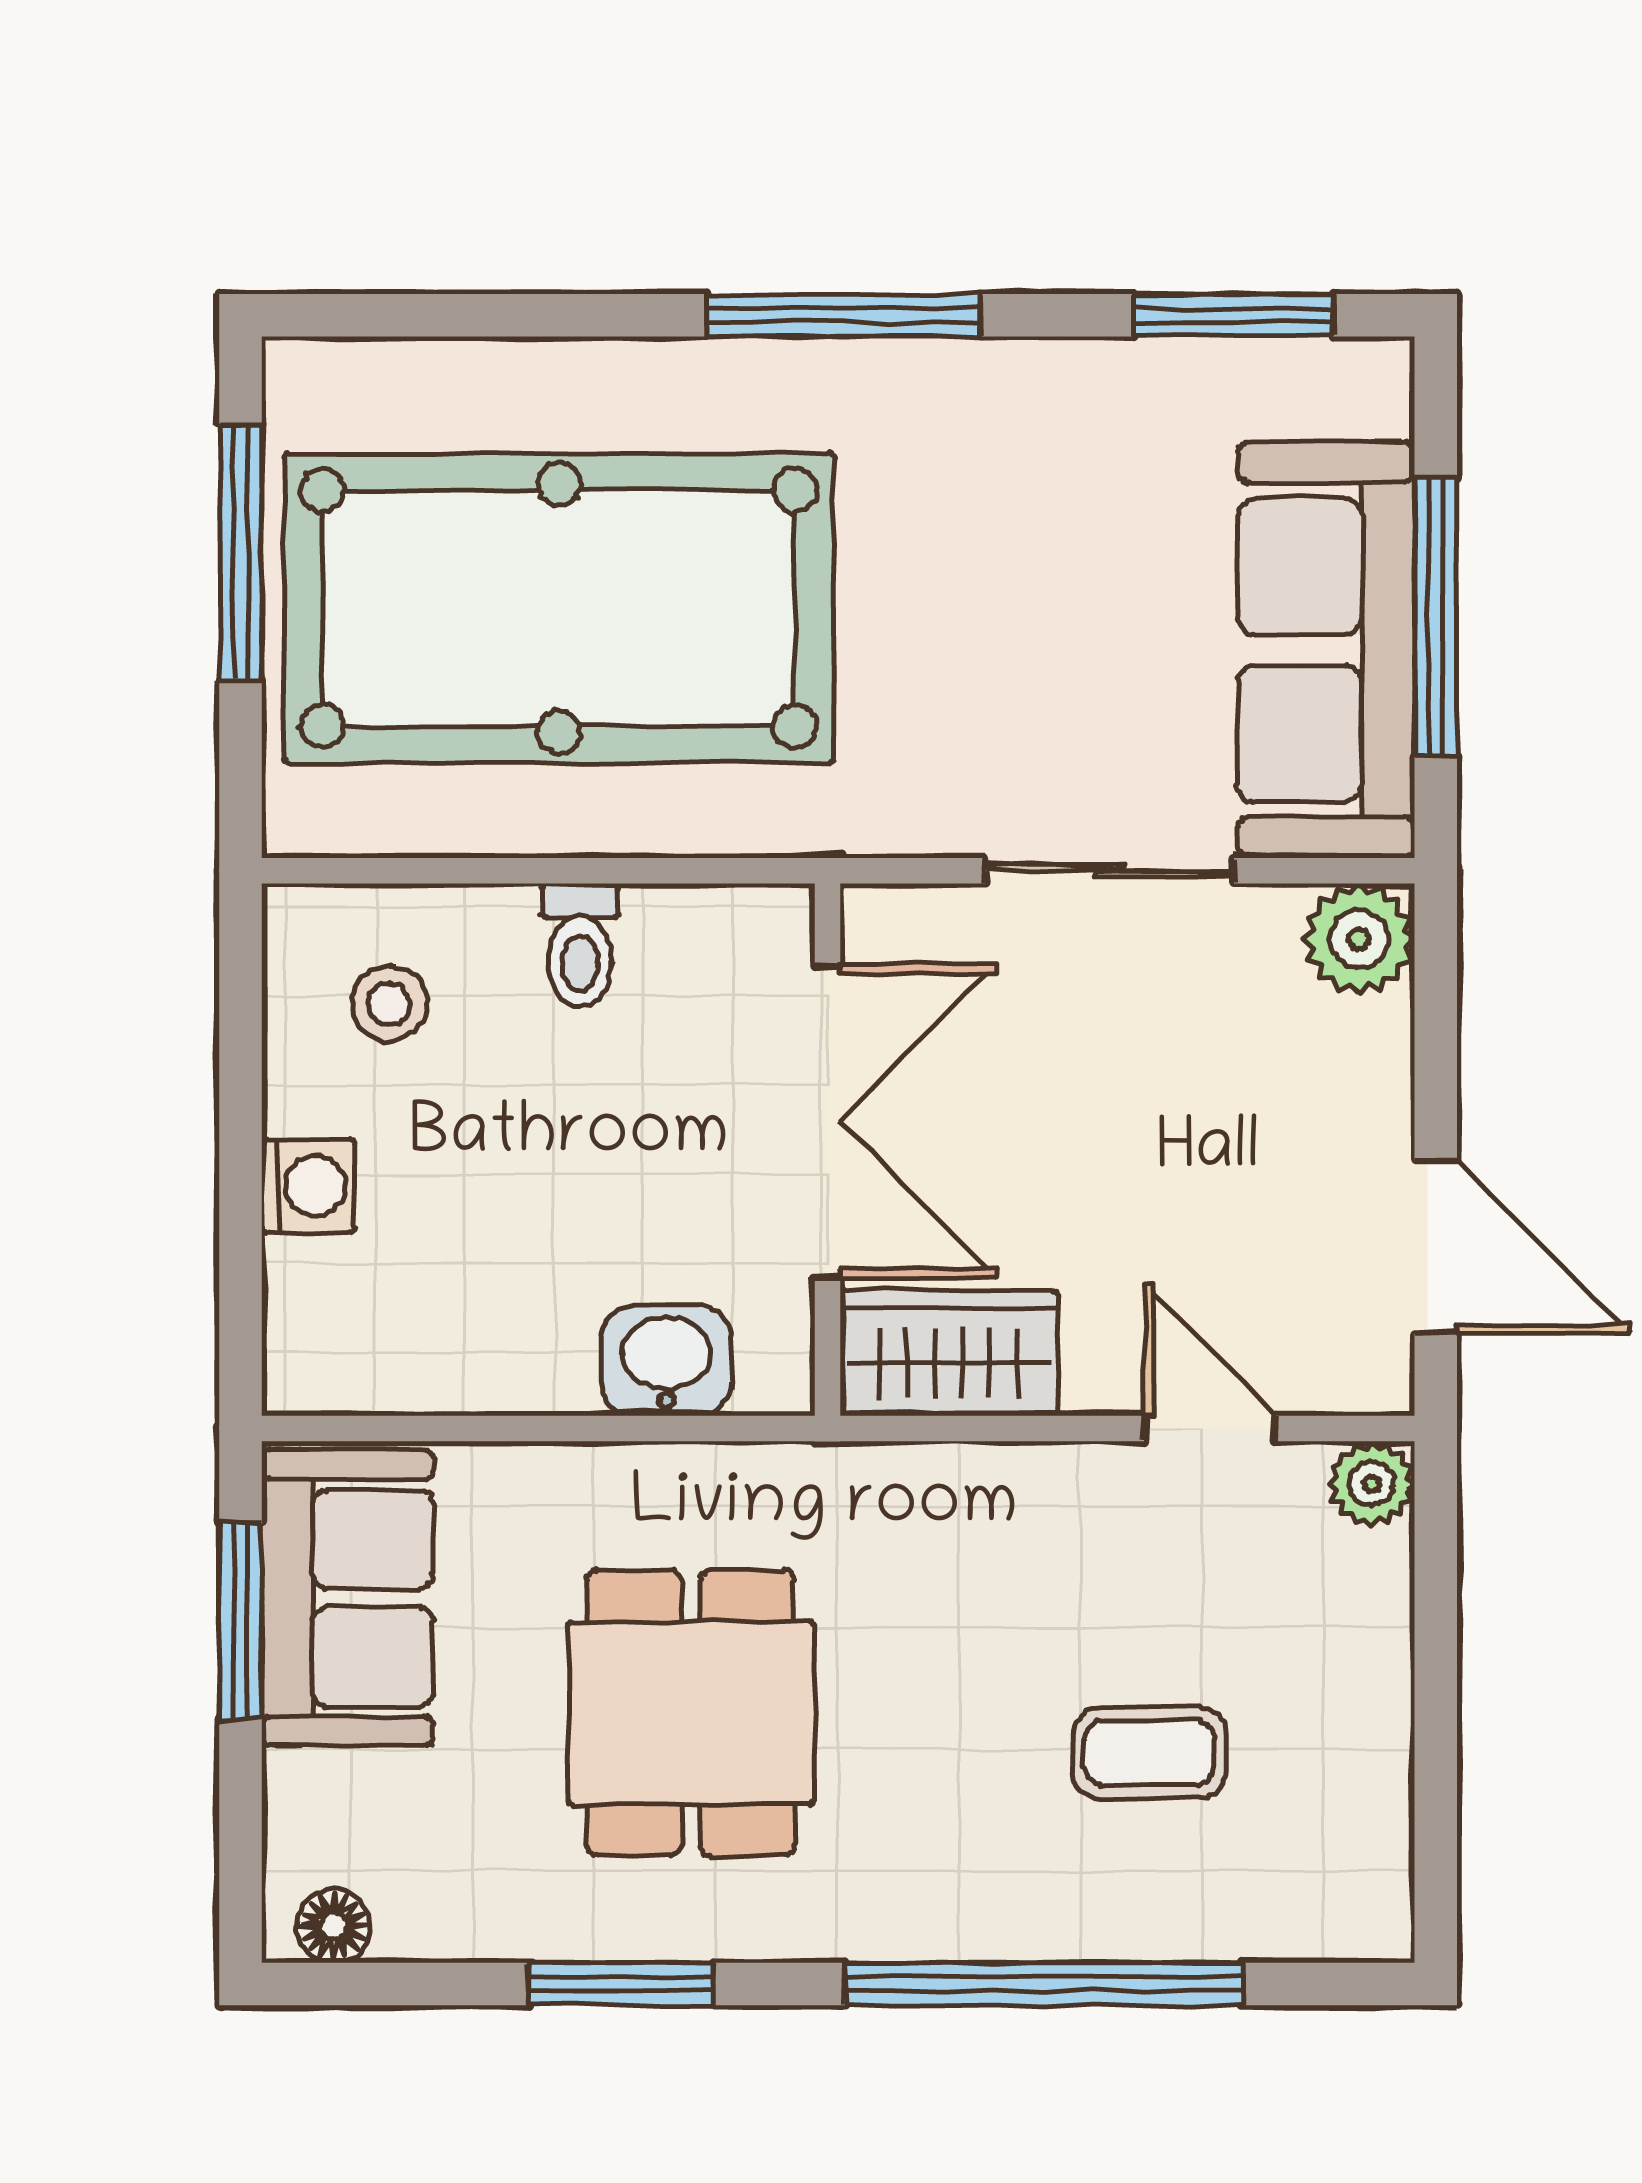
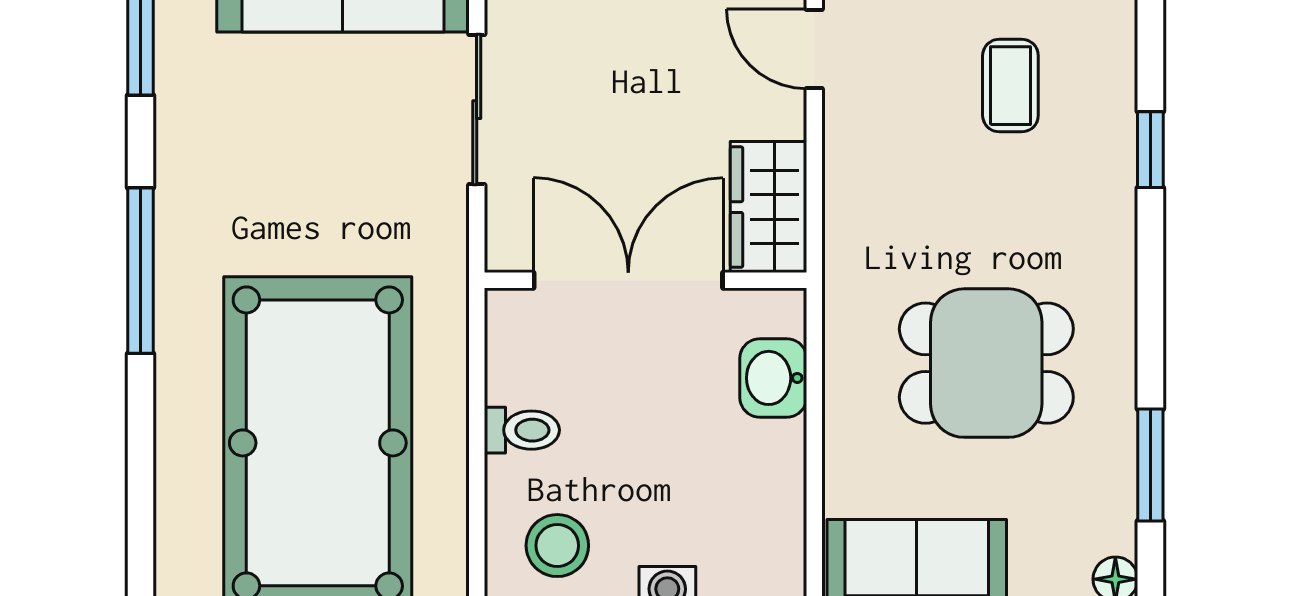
stool: (389, 1004) -> (557, 546), width x1.37, depth x1.37
door: (1210, 1428) -> (814, 49), hinge flipped
window: (620, 1984) -> (1150, 465), moved
window: (1044, 1984) -> (1150, 150), width x0.32

